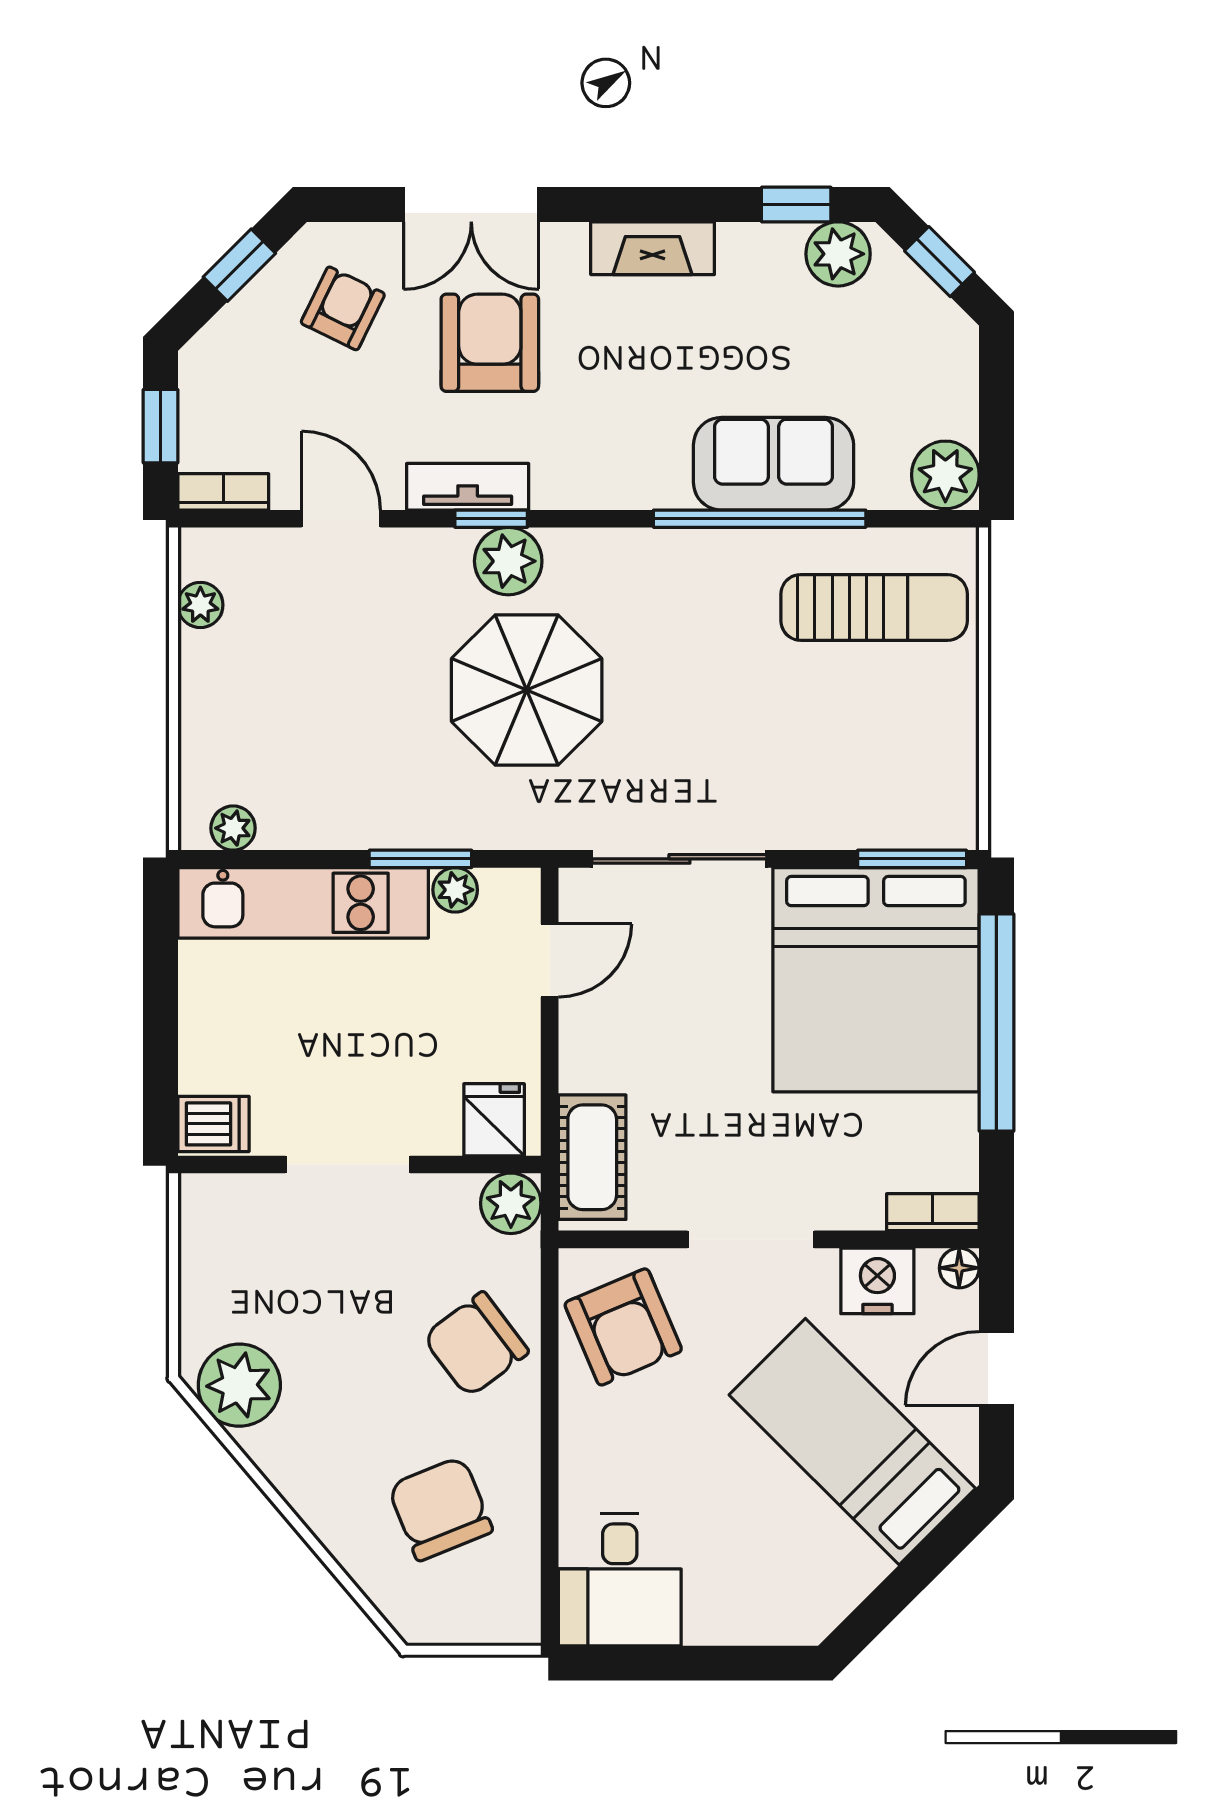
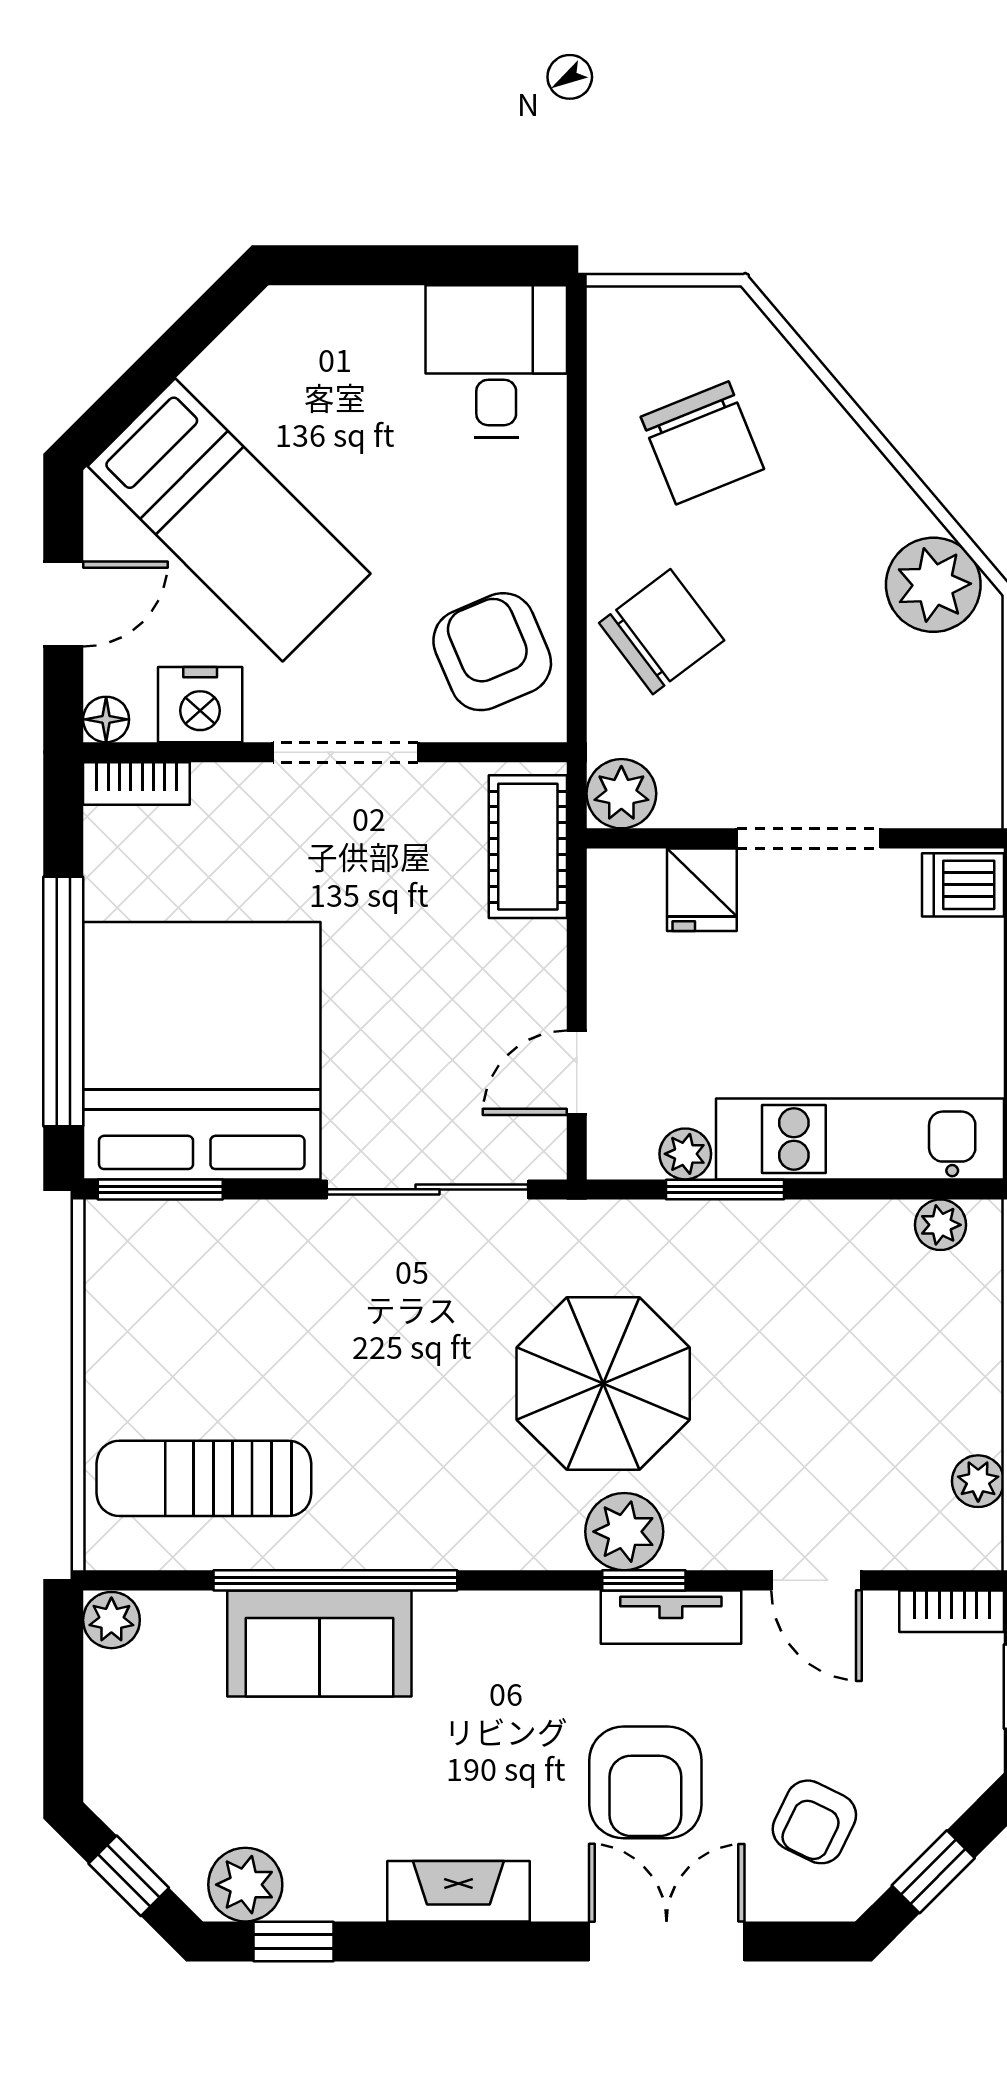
plant: (945, 475) -> (111, 1620), width x0.73, depth x0.73
fridge: (494, 1120) -> (702, 890), moved

